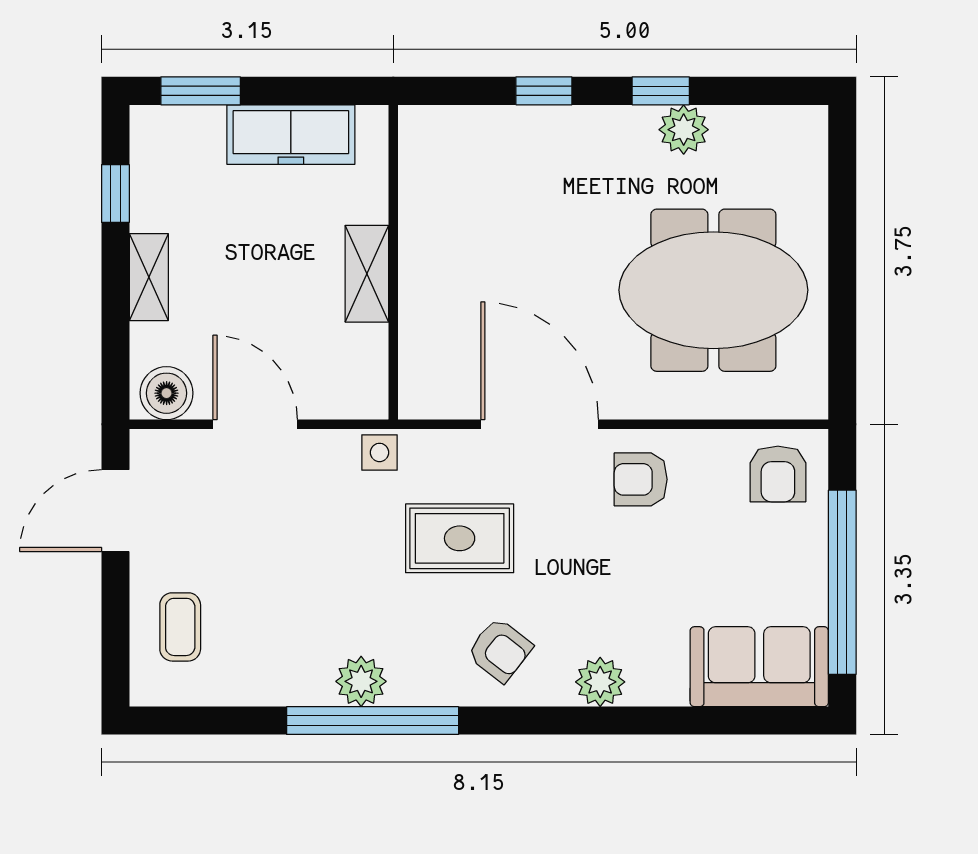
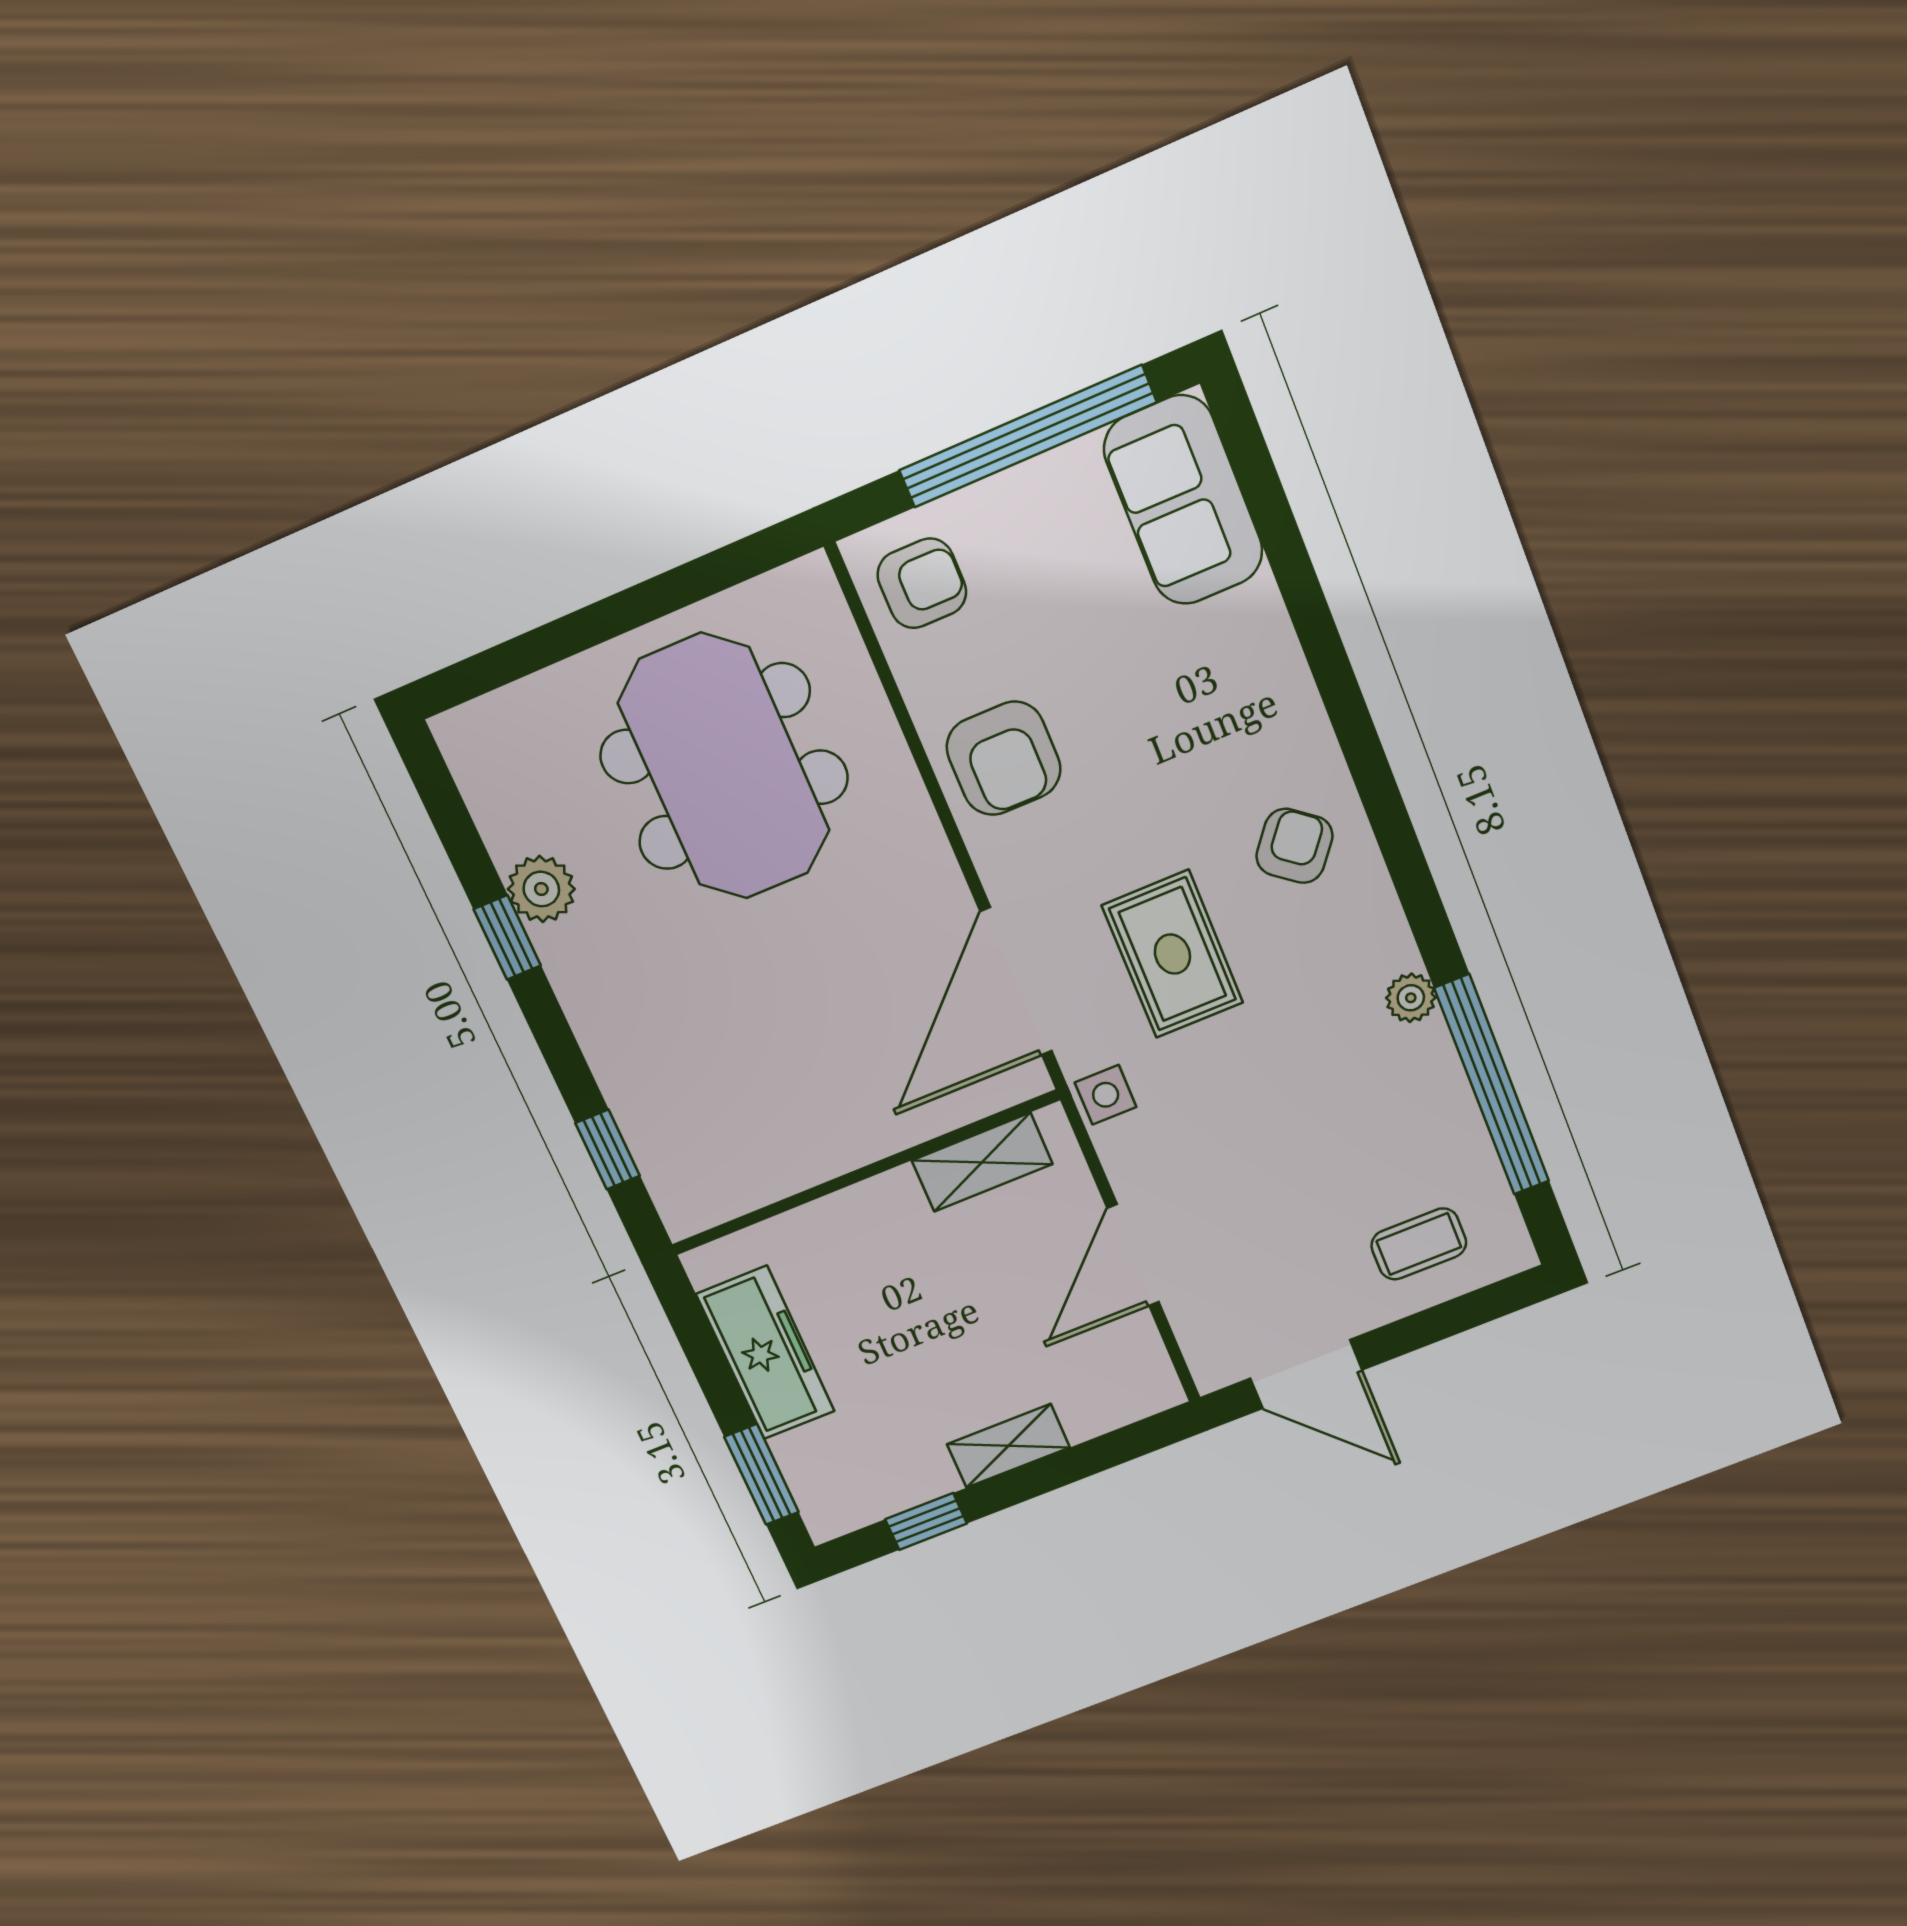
window: (544, 91) -> (608, 1149), moved
shelving: (367, 274) -> (982, 1162), moved
boiler: (167, 393) -> (1139, 1372), removed
door: (540, 424) -> (1016, 982), moved
armchair: (641, 479) -> (1004, 758), width x1.38, depth x1.38
plant: (361, 681) -> (1411, 998), width x0.73, depth x0.73
plant: (600, 682) -> (1285, 701), removed
window: (373, 721) -> (1492, 1085), moved

